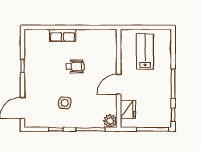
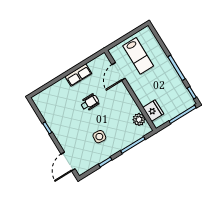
row of seats: (63, 35) -> (78, 75), moved
lab bench: (145, 52) -> (138, 56), turned 180
door: (119, 84) -> (119, 71), moved
plant: (110, 121) -> (139, 119), moved

